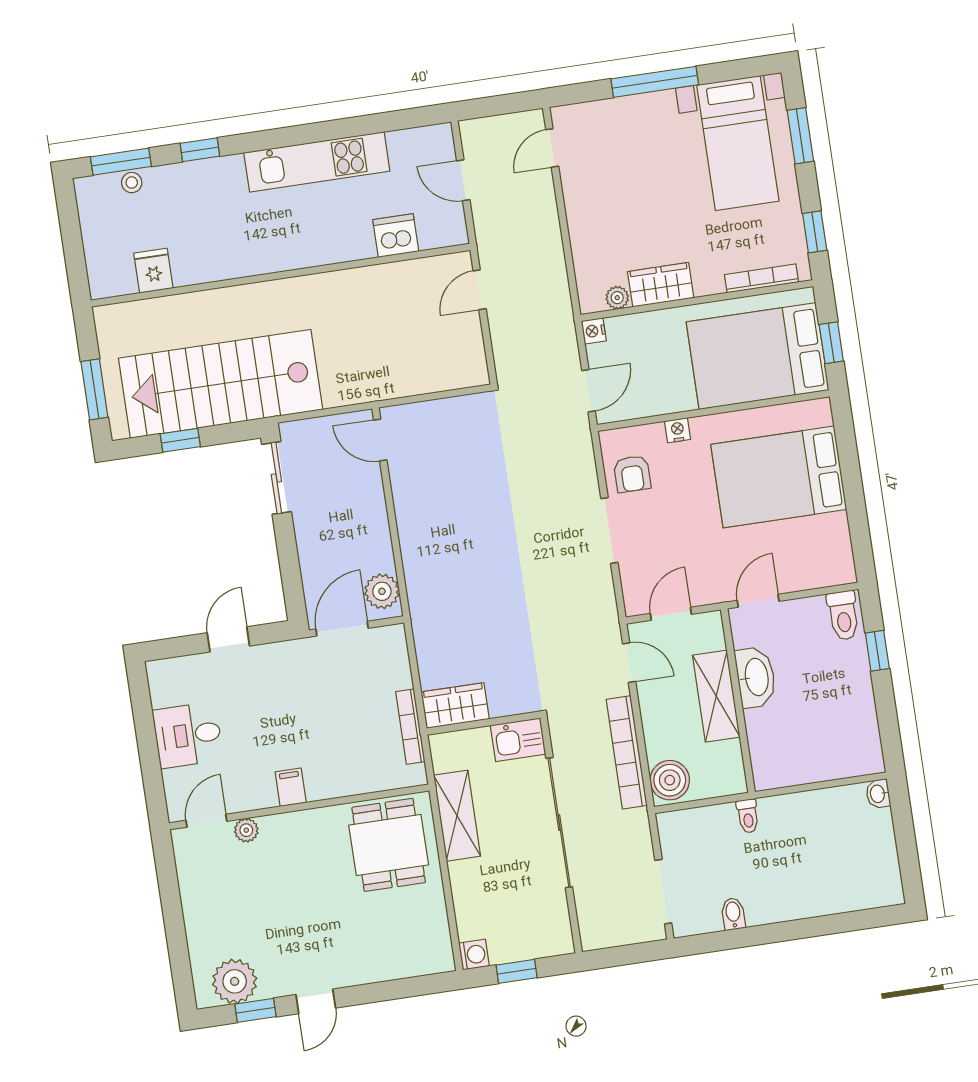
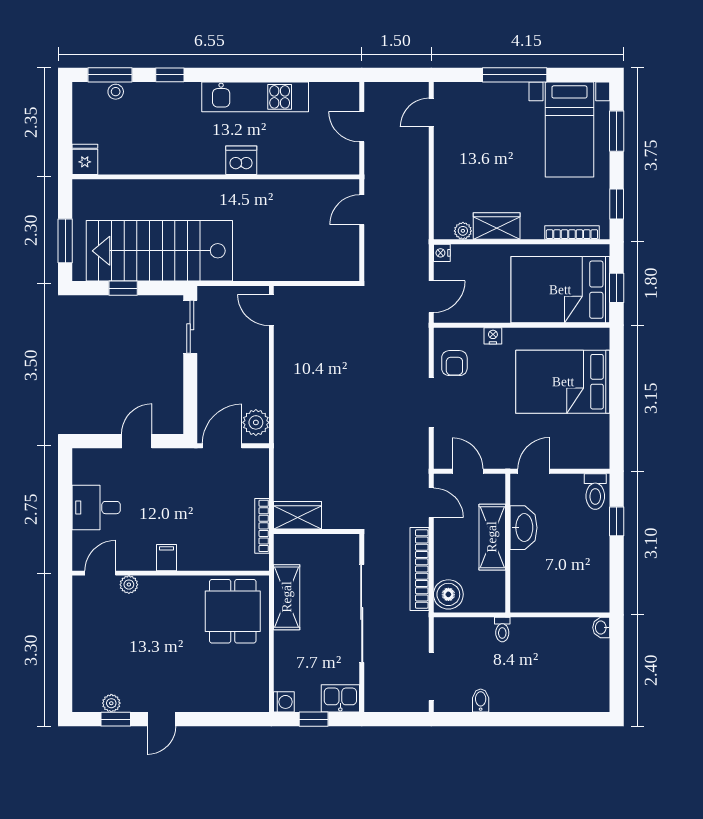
dishwasher: (396, 236) -> (241, 160), moved
fridge: (153, 271) -> (85, 159), moved
door: (671, 614) -> (468, 471), hinge flipped
kitchen sink: (518, 740) -> (340, 698), moved, turned 180
plant: (235, 981) -> (111, 703), width x0.53, depth x0.53

